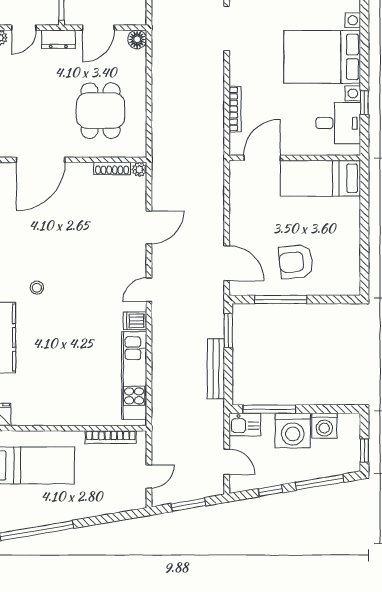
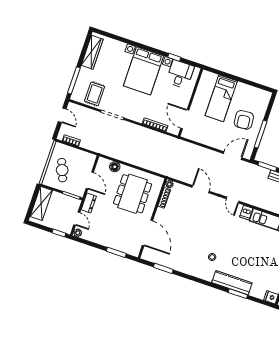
floor lamp: (137, 39) -> (115, 167), moved
dining table: (101, 111) -> (133, 194), width x1.38
bed: (320, 178) -> (221, 98), moved

